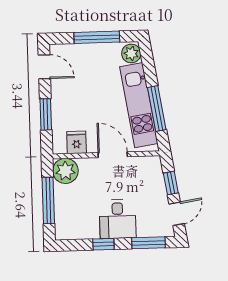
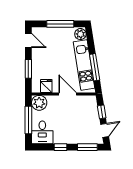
desk: (118, 219) -> (42, 132), moved

